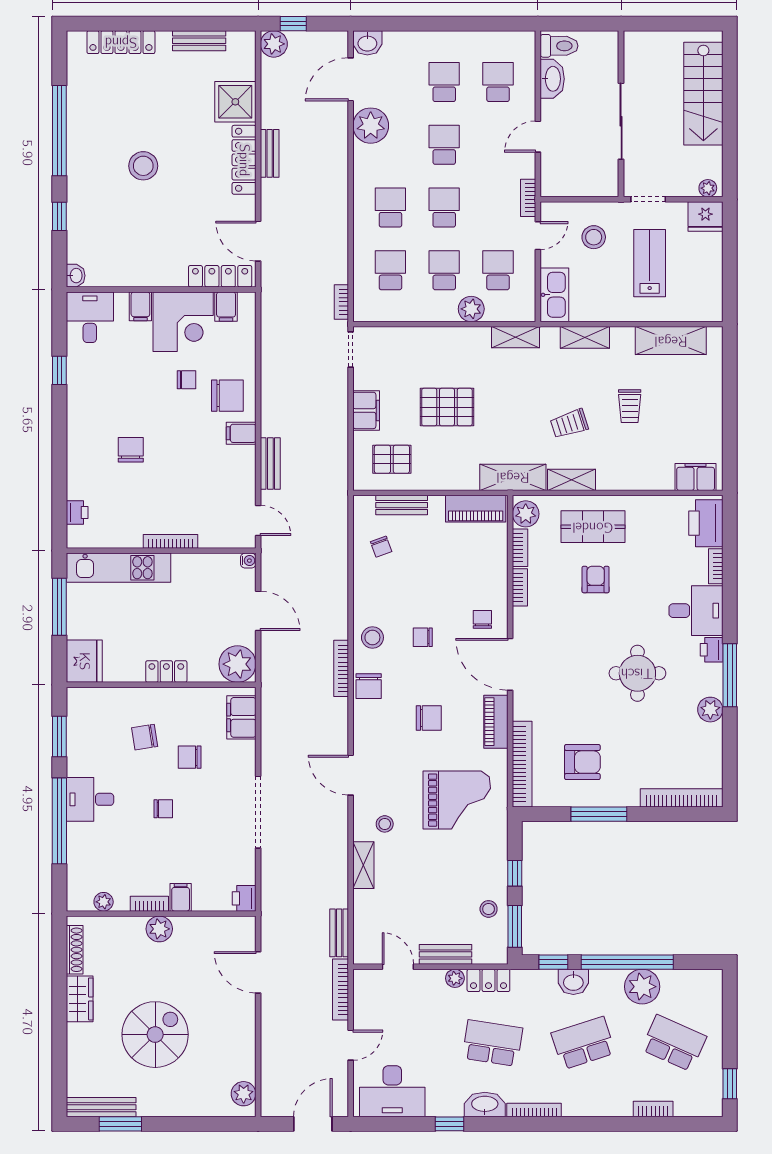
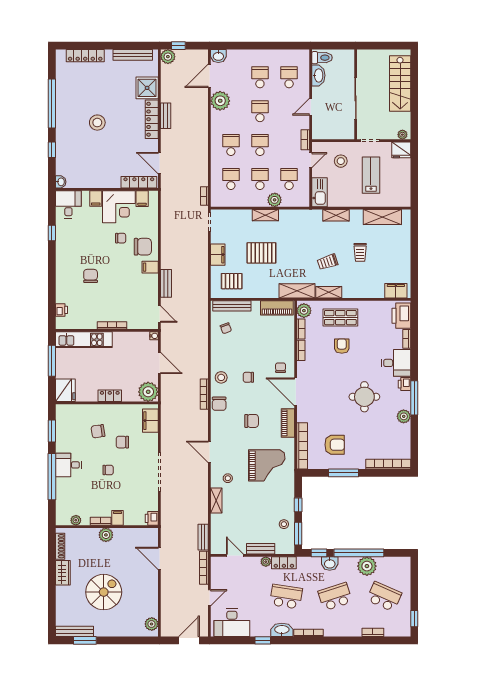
bench: (199, 41) -> (133, 55), width x1.36
shelving: (515, 337) -> (265, 215), moved
bench: (402, 505) -> (232, 306), width x1.36

